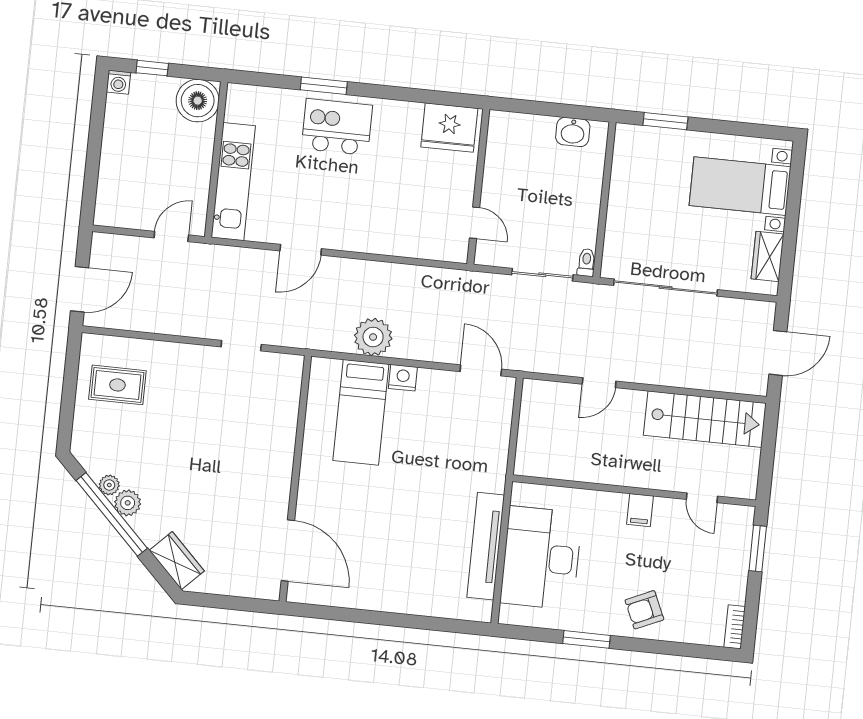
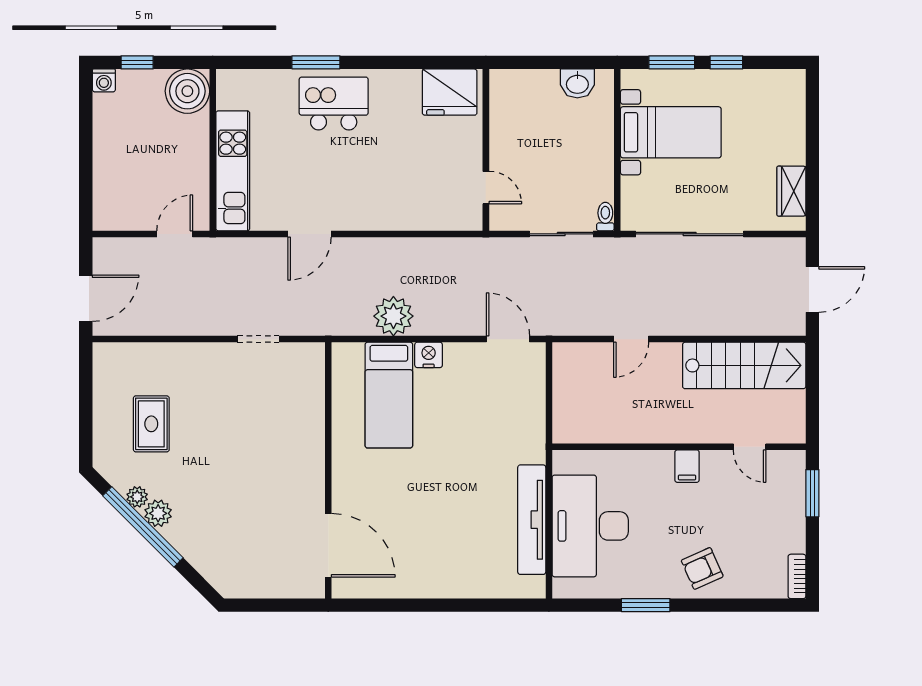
window: (718, 127) -> (726, 62), added
bed with nightstands: (740, 186) -> (671, 132), moved, turned 180
rug: (117, 385) -> (151, 424), moved, turned 90
wardrobe: (177, 561) -> (215, 568), removed

